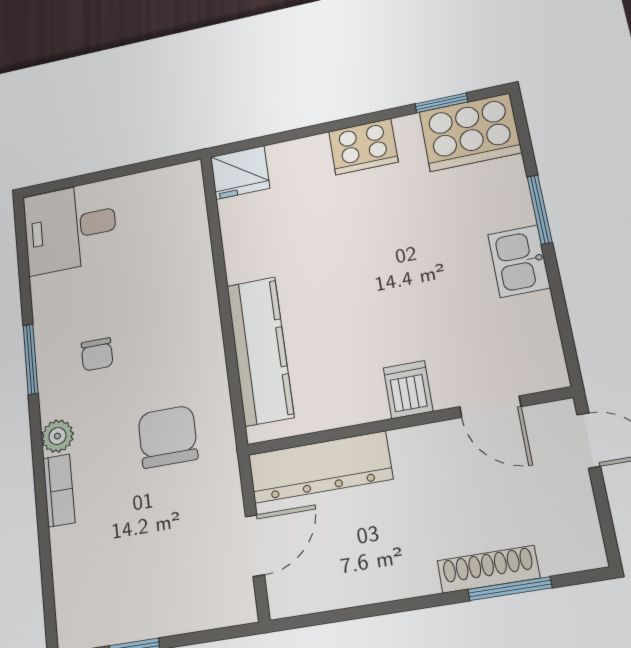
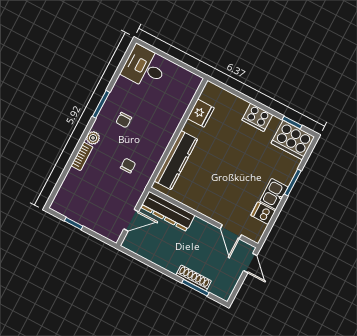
fridge: (240, 172) -> (201, 113), moved, turned -90
dishwasher: (408, 390) -> (263, 213), moved, turned -90
chair: (168, 437) -> (128, 166), width x0.54, depth x0.54

